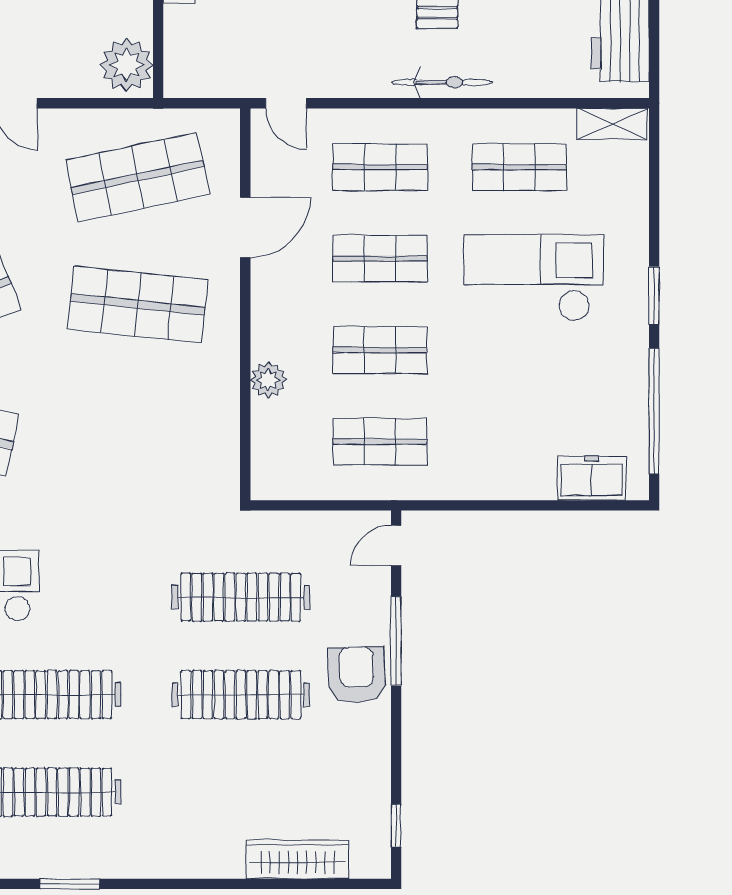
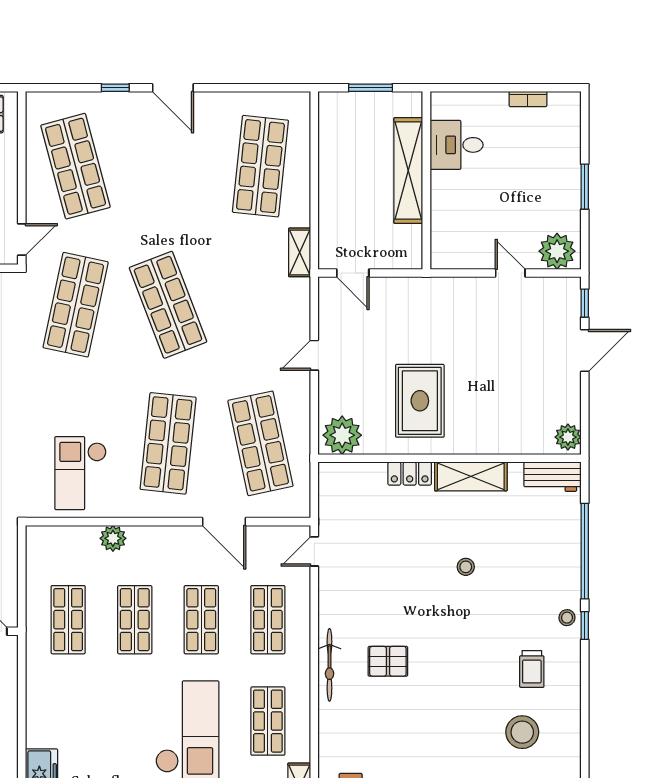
checkout: (179, 425) -> (81, 473), added

